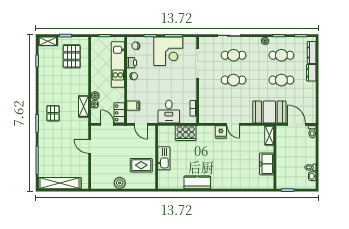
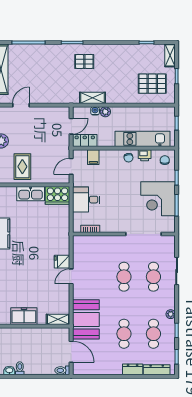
door: (297, 124) -> (71, 352), hinge flipped
cooker: (186, 133) -> (57, 195), moved, turned -90
door: (90, 146) -> (21, 105), moved

